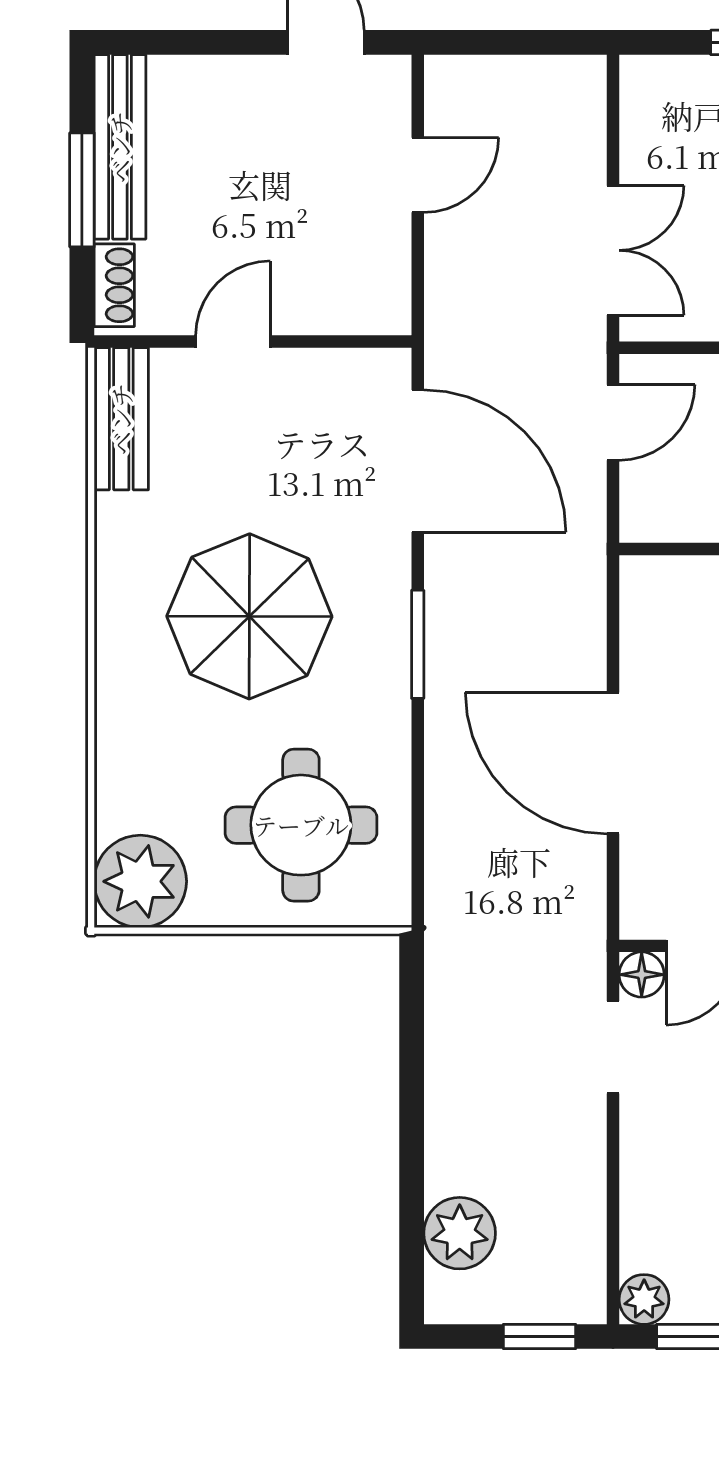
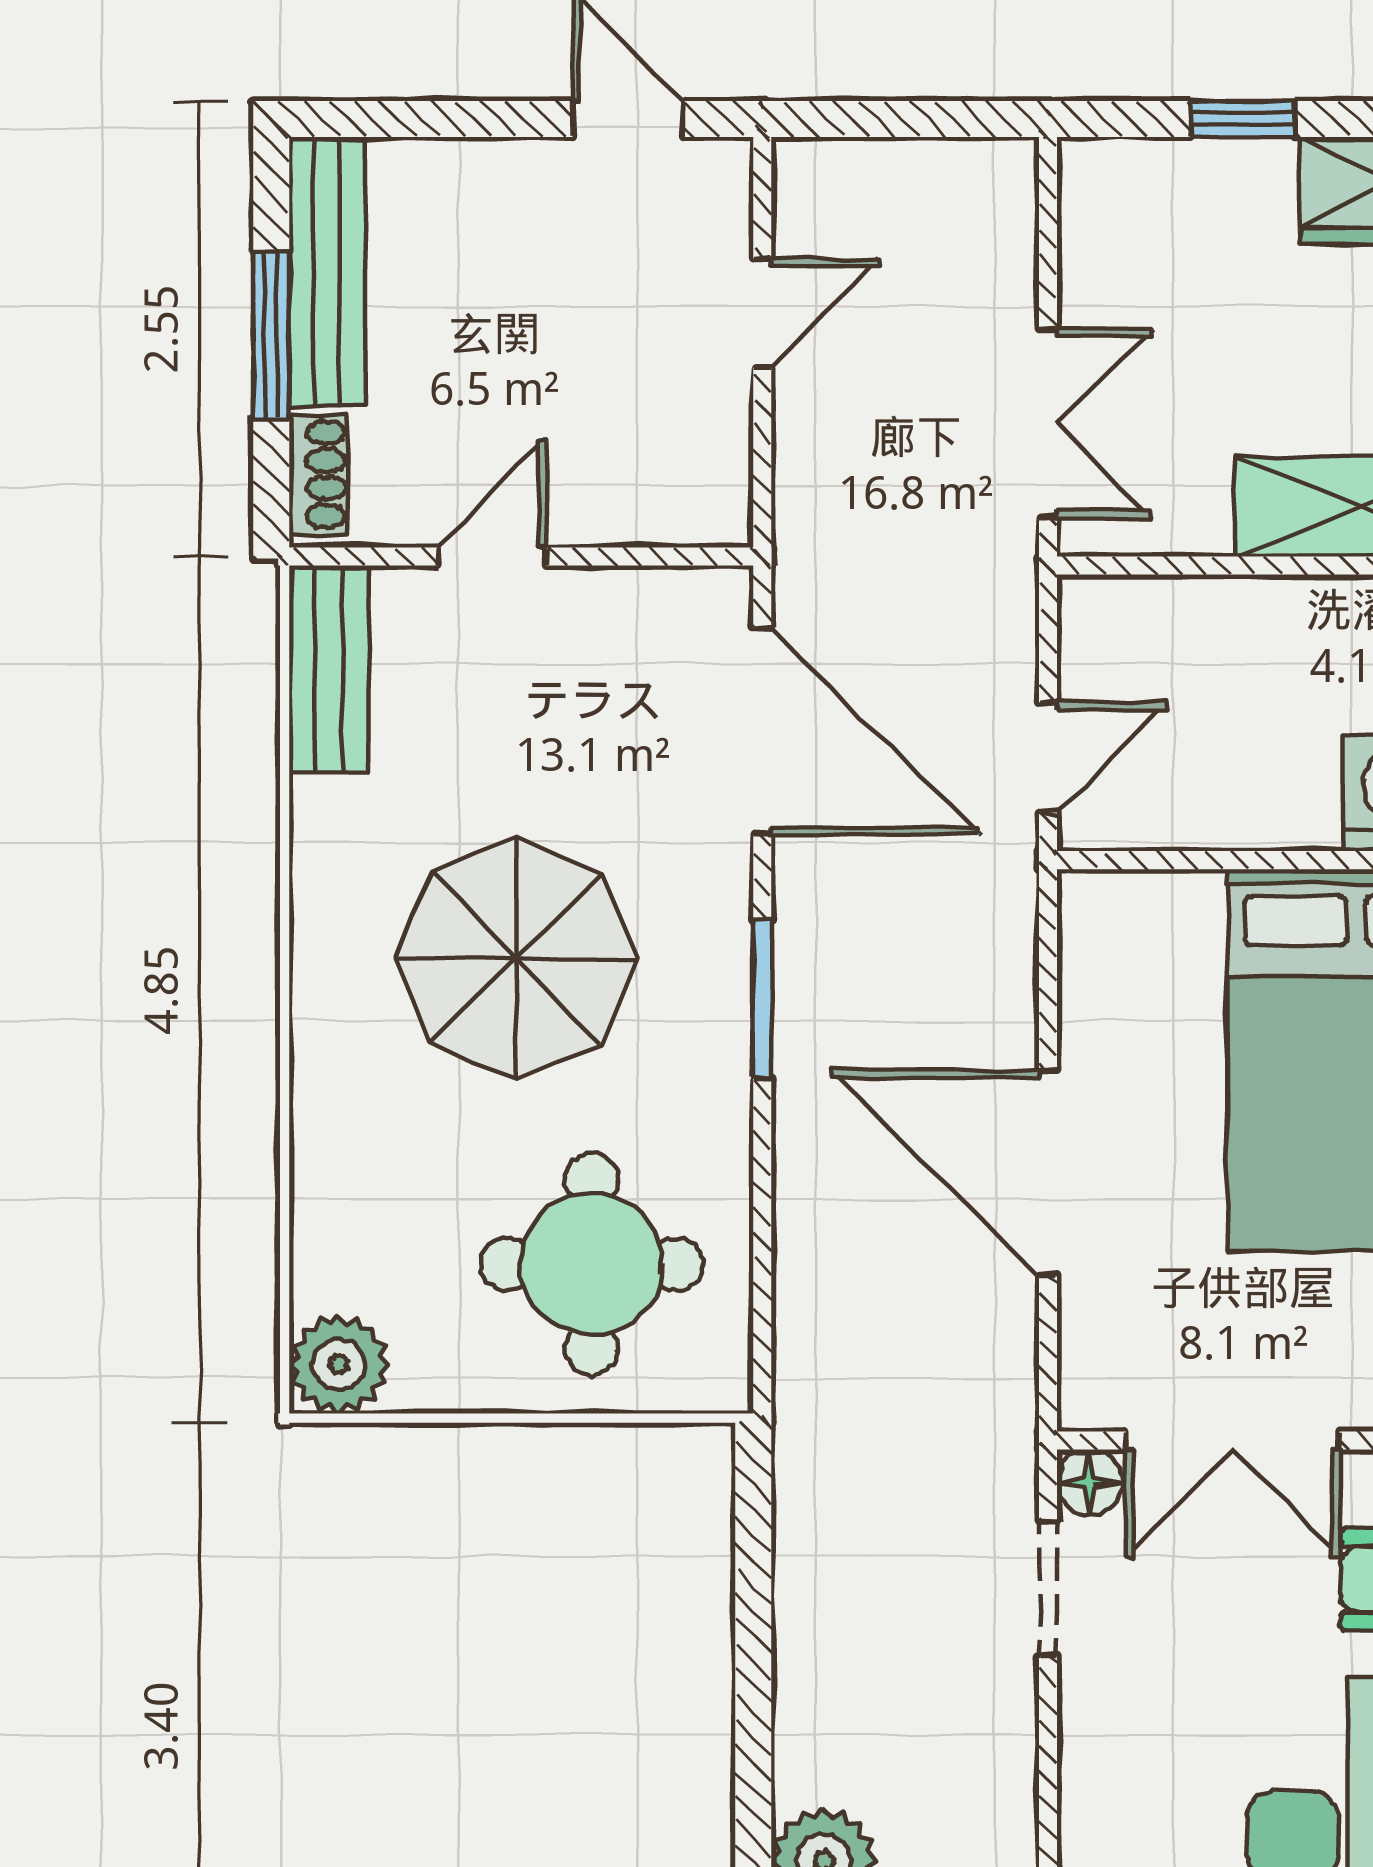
door: (613, 422) -> (1048, 757), moved
plant: (140, 881) -> (339, 1364), width x0.73, depth x0.73

